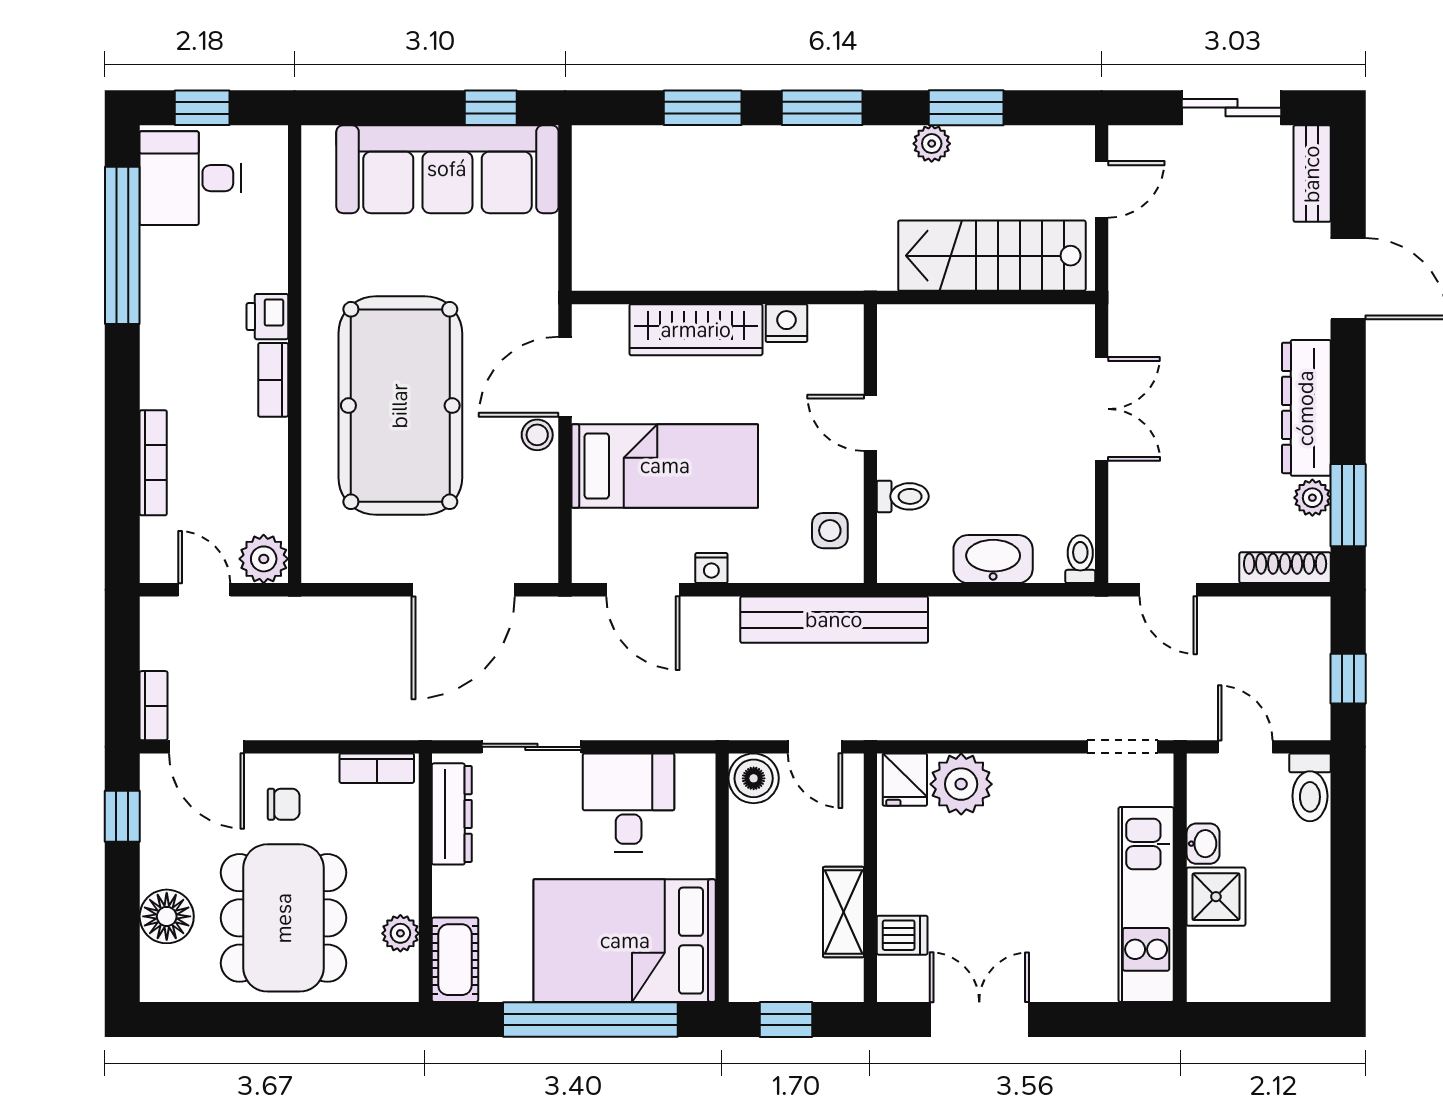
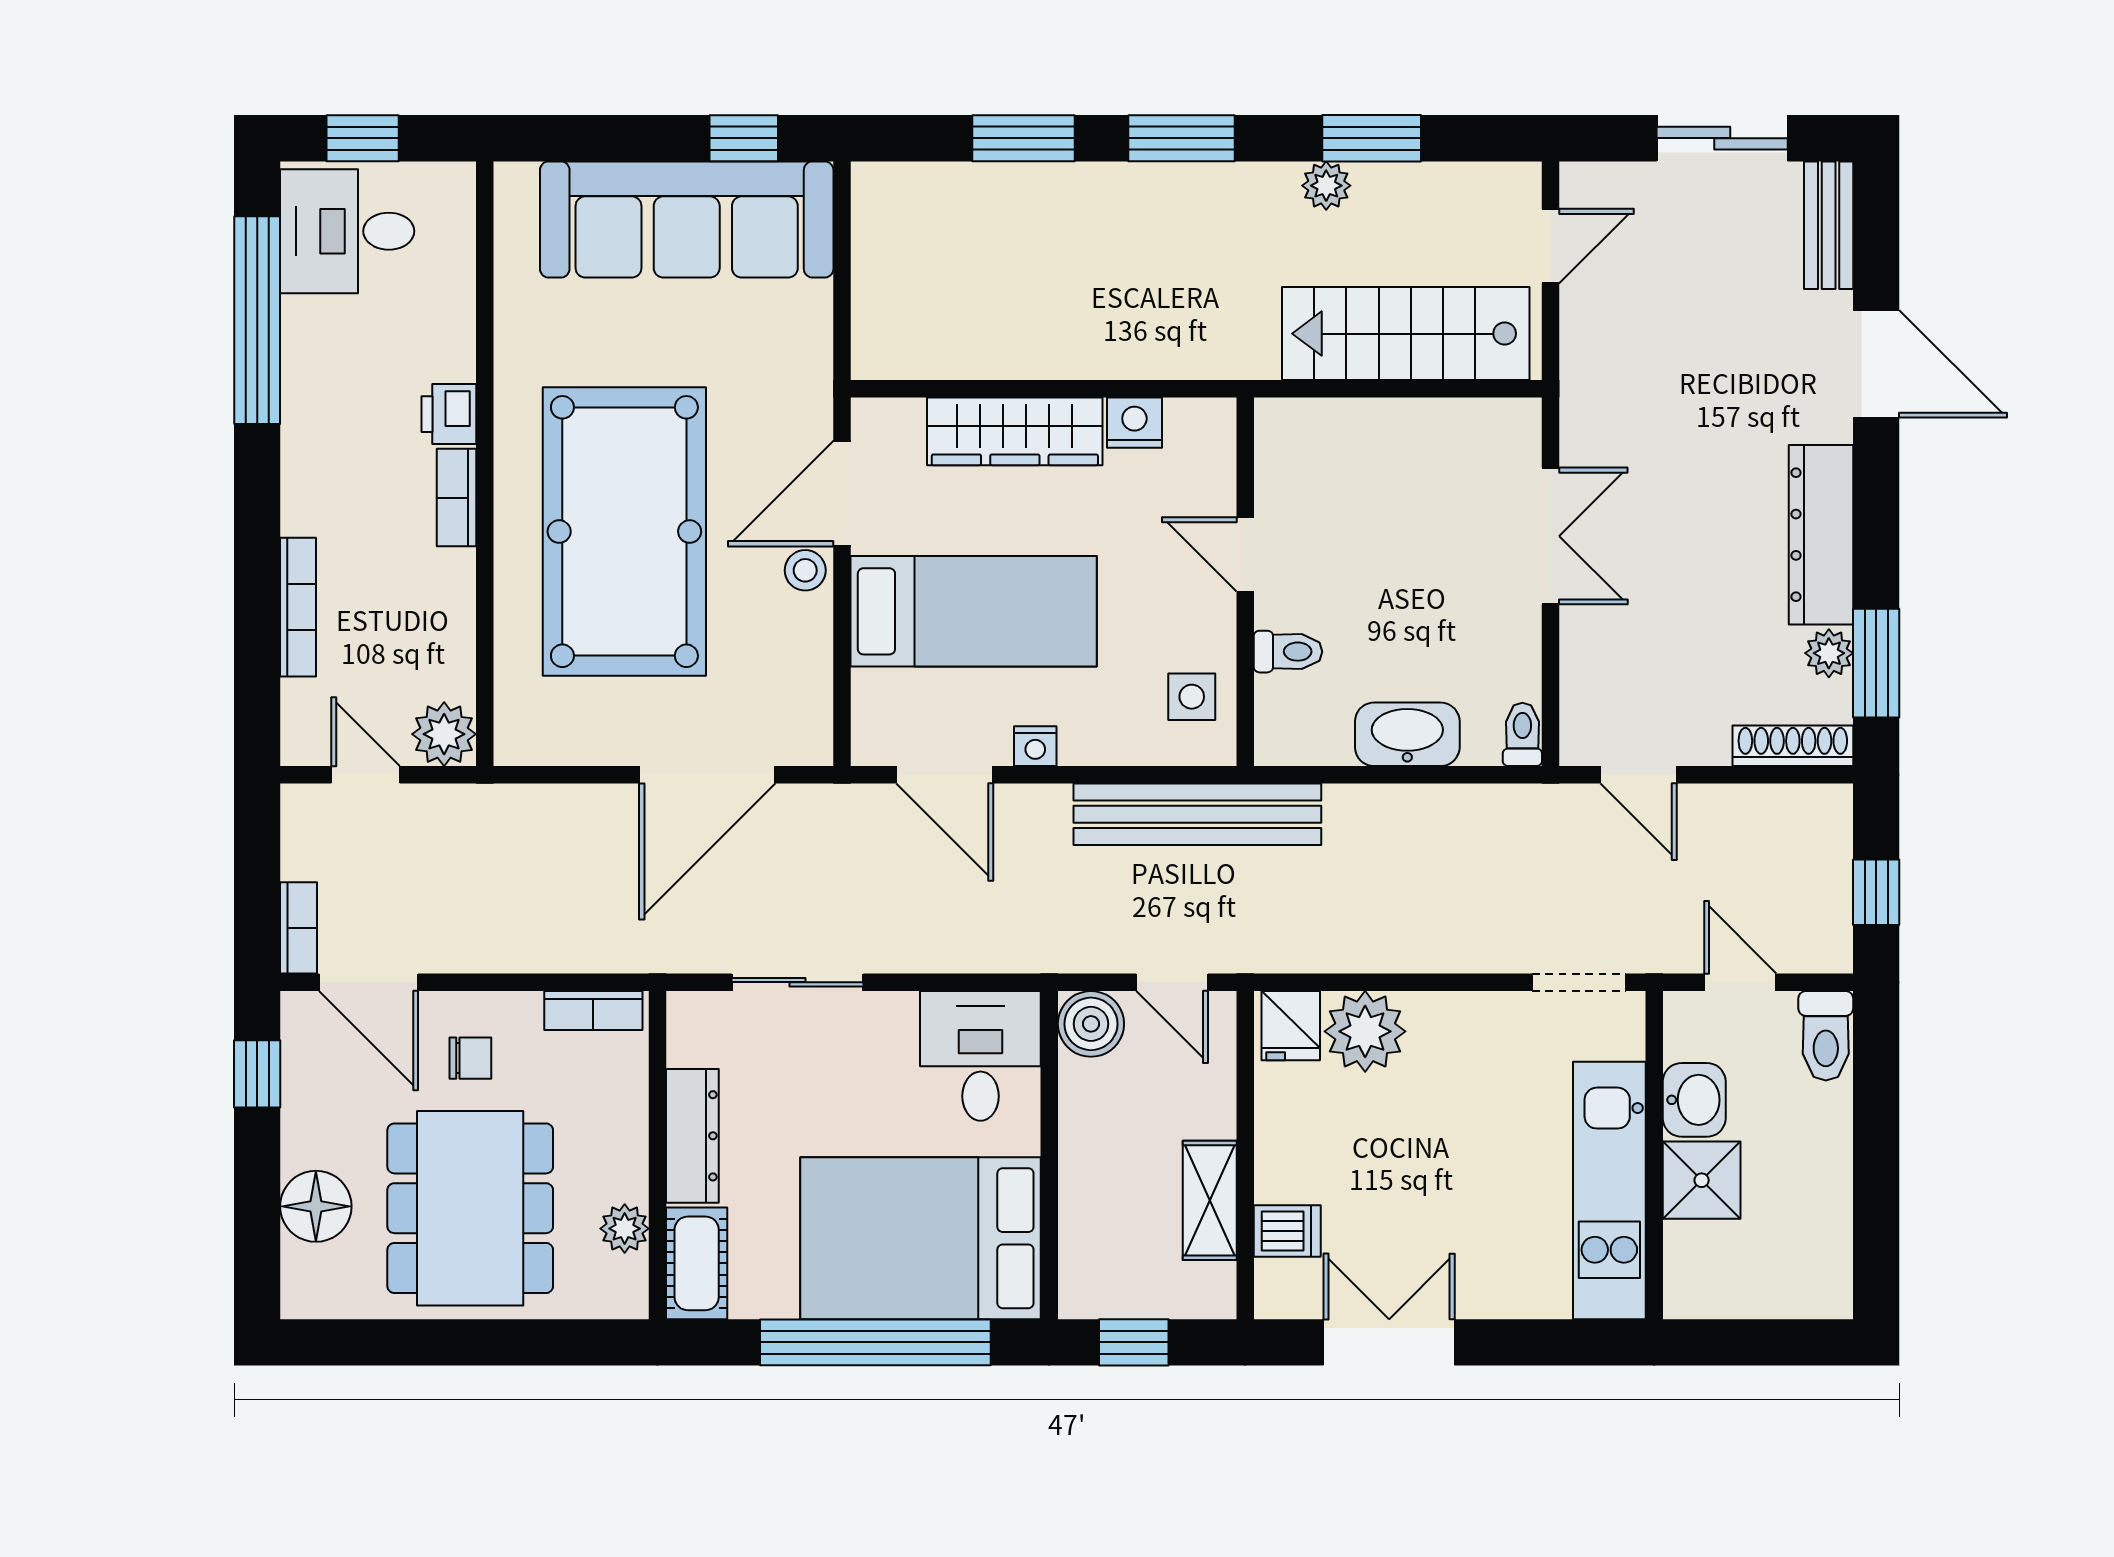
desk: (629, 803) -> (980, 1056), moved
dresser: (452, 814) -> (692, 1136), moved
washbasin: (1203, 844) -> (1694, 1100), width x1.38, depth x1.45

